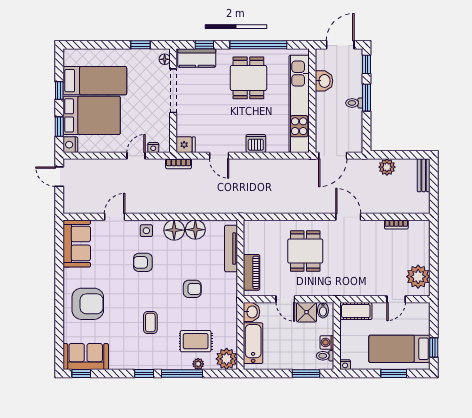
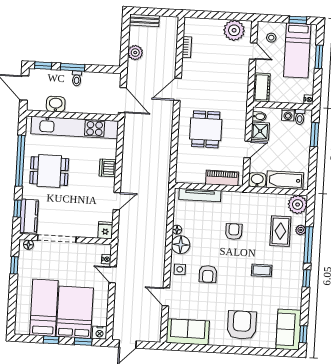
bookcase: (179, 164) -> (122, 237), removed
floor lamp: (195, 230) -> (177, 230), width x0.53, depth x0.53
dining table: (305, 251) -> (206, 129), turned 90
stool: (412, 319) -> (271, 38), added

